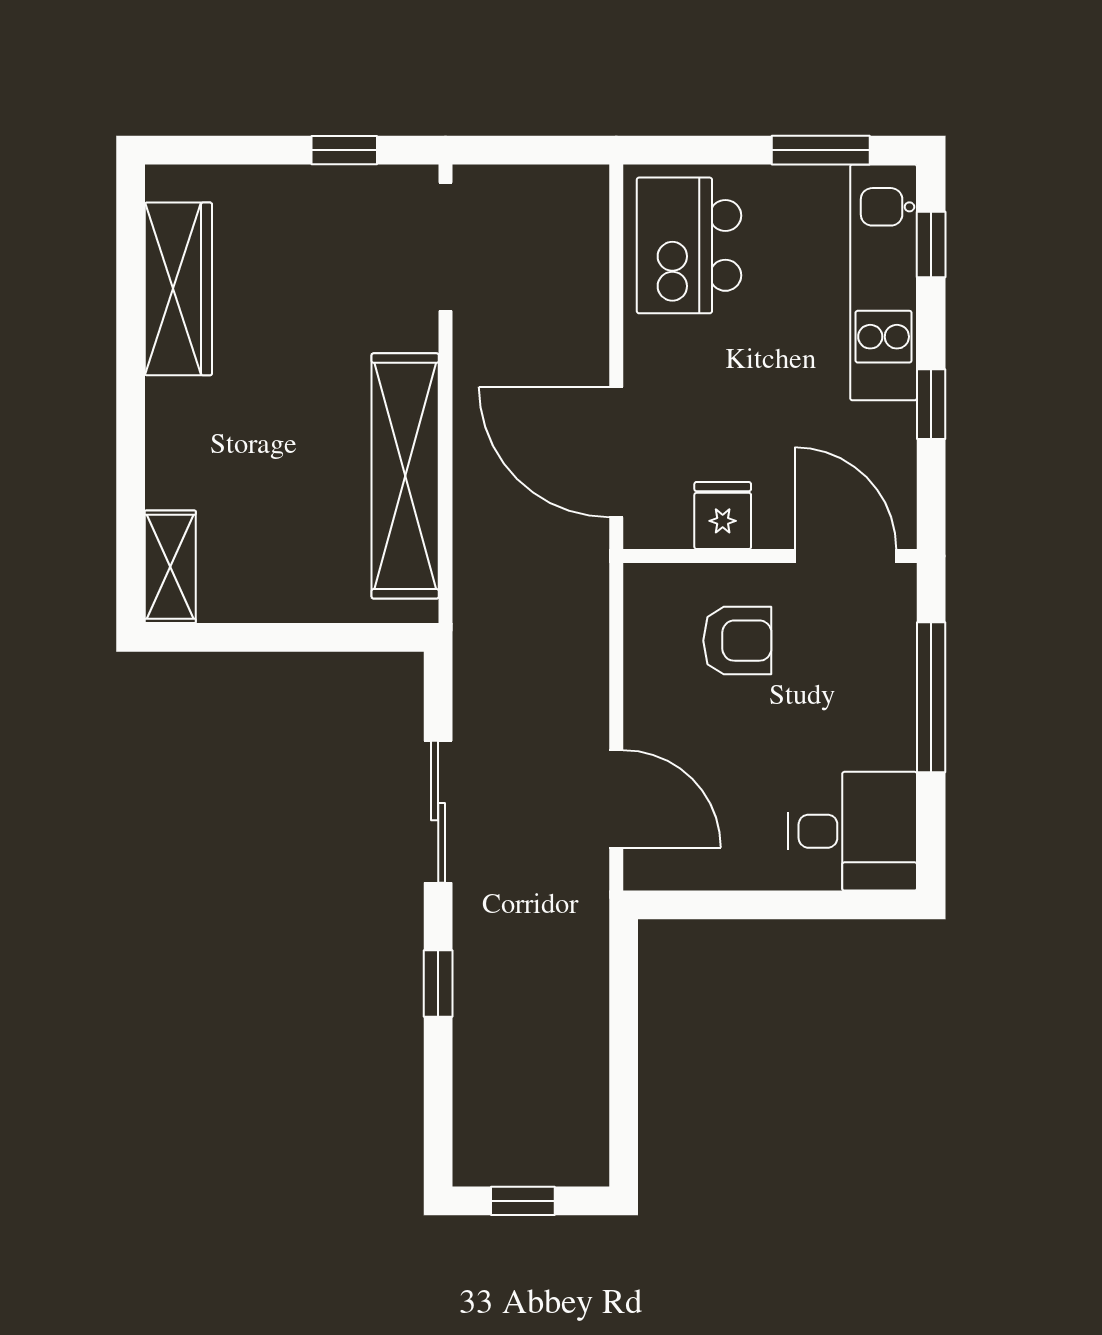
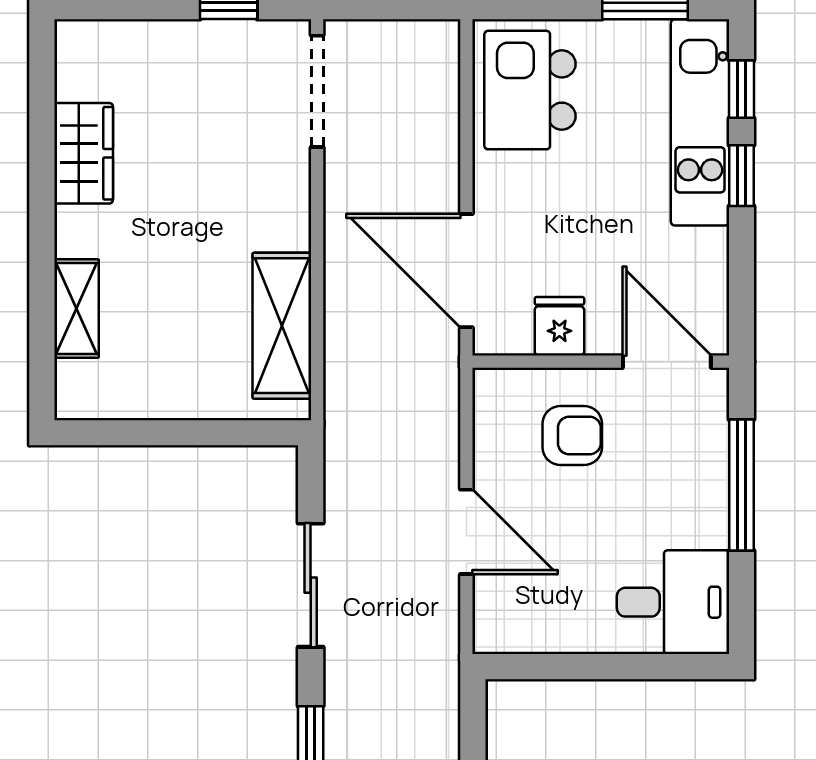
wardrobe: (178, 289) -> (84, 153), width x0.67
window: (931, 404) -> (742, 176), moved
shelving: (405, 476) -> (282, 326), width x0.68
shelving: (170, 567) -> (77, 309), moved
door: (616, 799) -> (466, 532), moved

